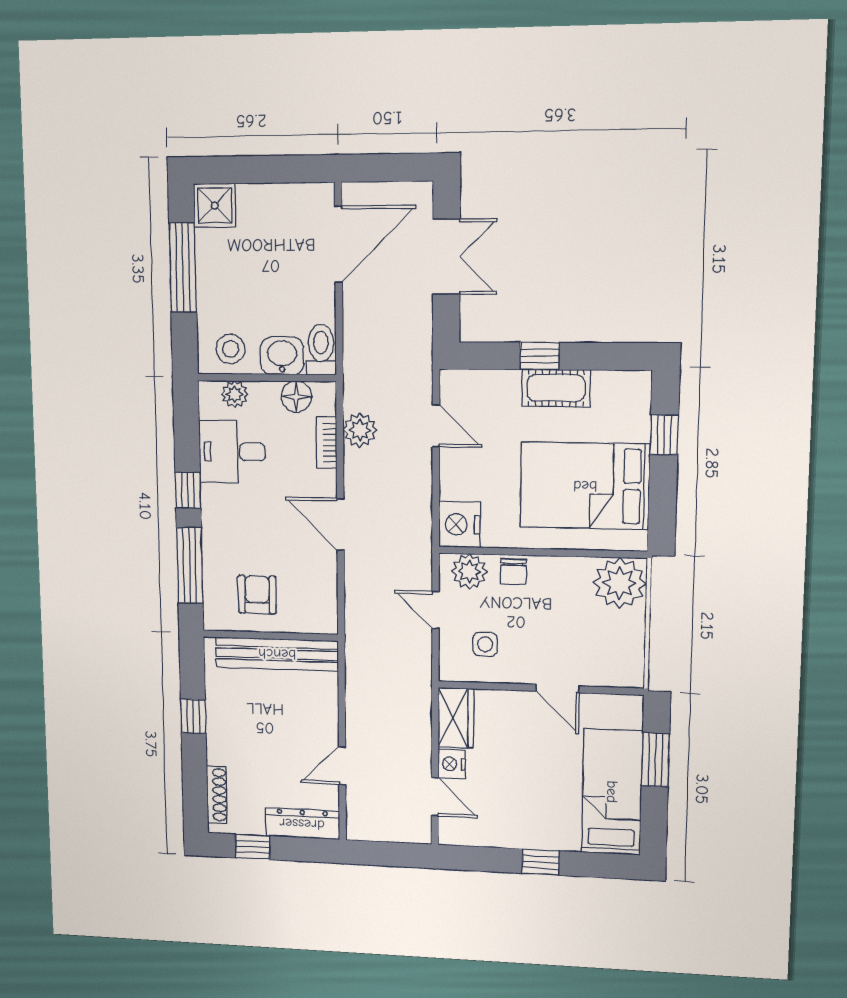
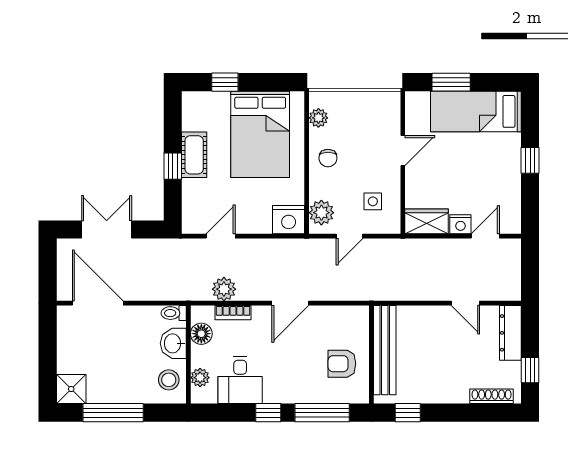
toilet: (321, 349) -> (174, 313), width x0.73, depth x0.72
chair: (513, 572) -> (328, 158), moved, turned 90
plant: (620, 583) -> (318, 118), width x0.53, depth x0.53
window: (193, 716) -> (408, 413), moved

